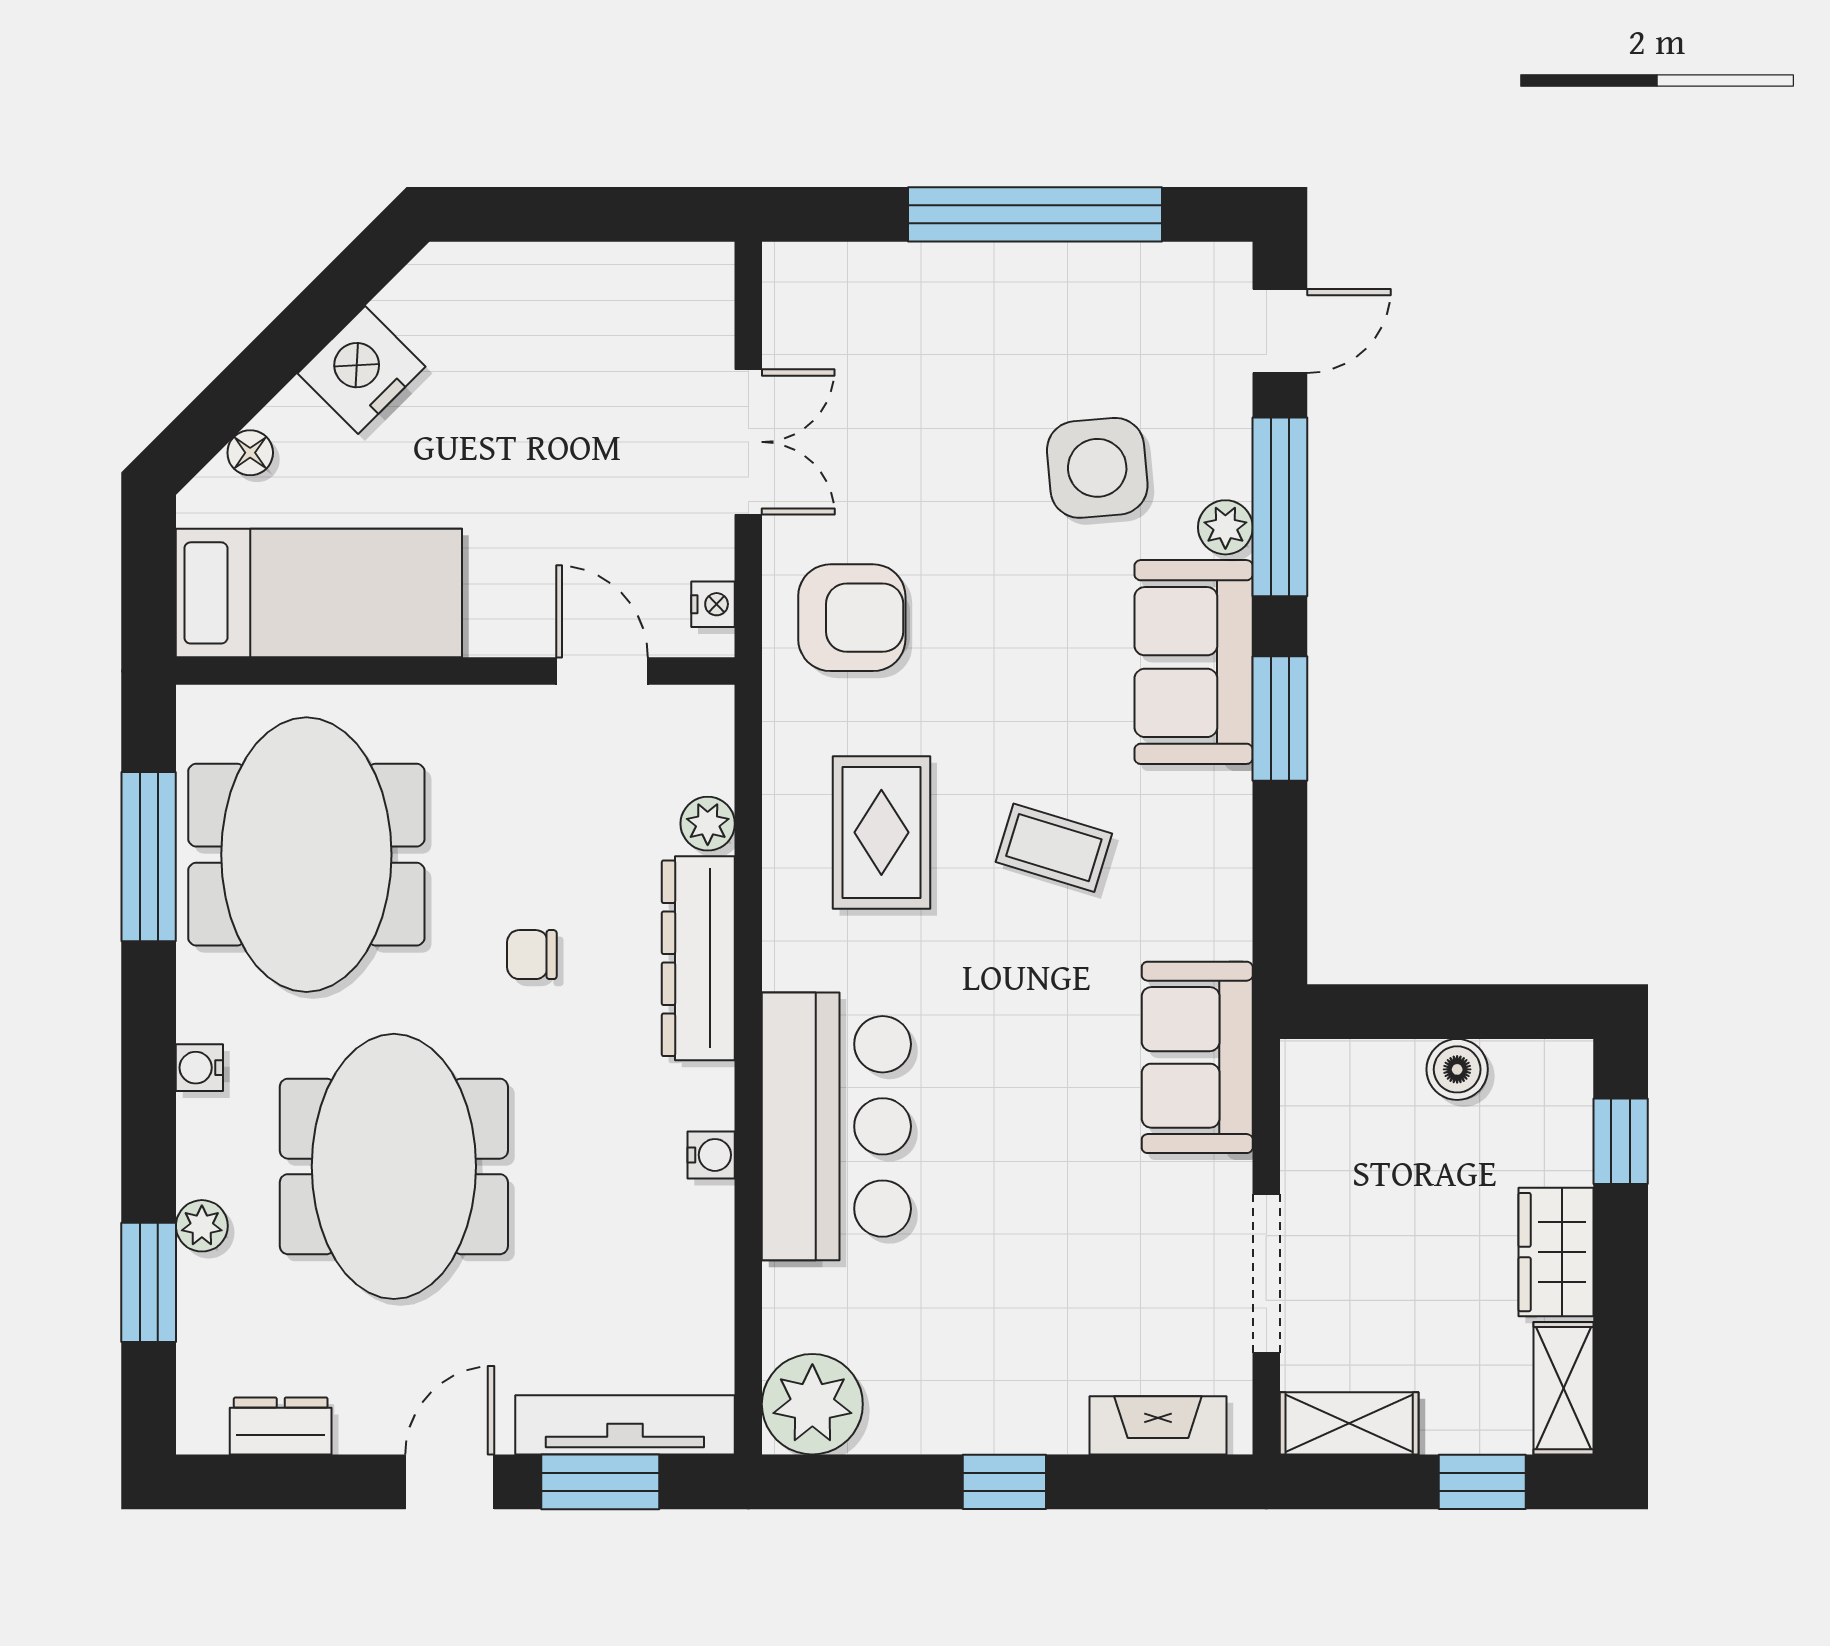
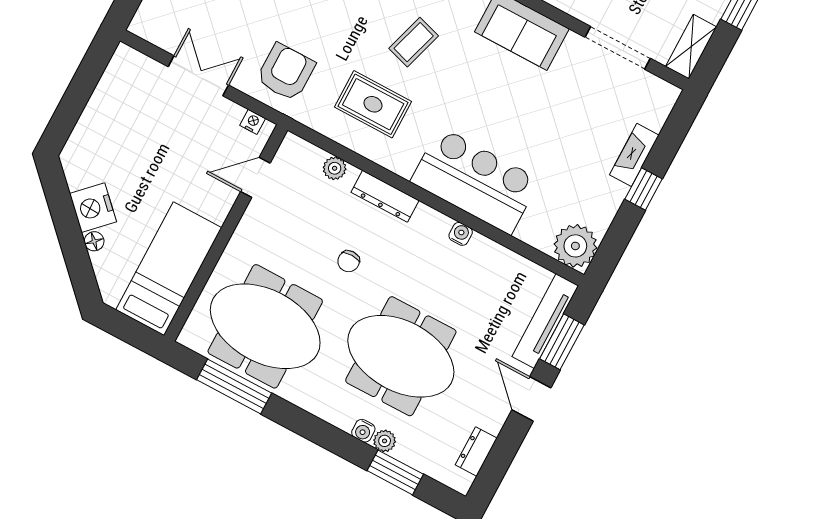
floor lamp: (250, 453) -> (94, 241), moved
dresser: (698, 958) -> (385, 196), width x0.73, depth x0.80
water cooler: (199, 1068) -> (363, 431), moved
fireplace: (1158, 1425) -> (634, 155), moved

